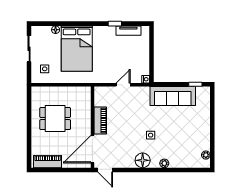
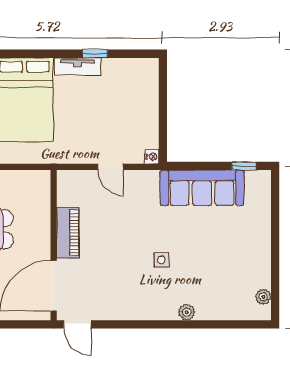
tv unit: (128, 31) -> (78, 67), moved
door: (123, 85) -> (111, 167), swing flipped
floor lamp: (143, 160) -> (146, 307), removed

